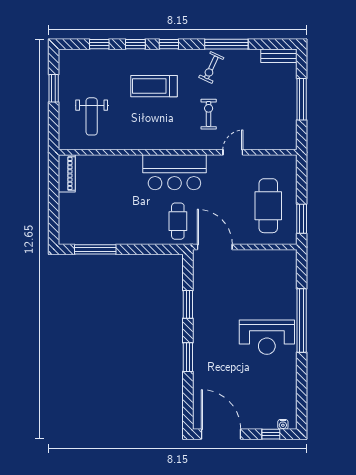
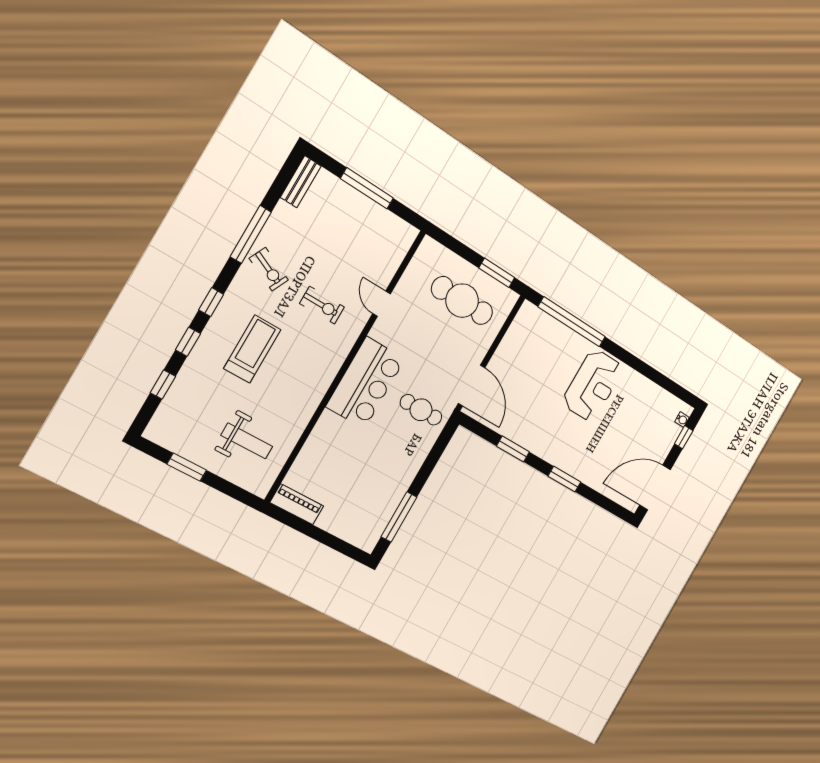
treadmill: (154, 86) -> (252, 349), turned 180
exercise bike: (209, 114) -> (322, 305), turned 180
door: (215, 247) -> (472, 386), swing flipped
window: (302, 321) -> (572, 322), moved

